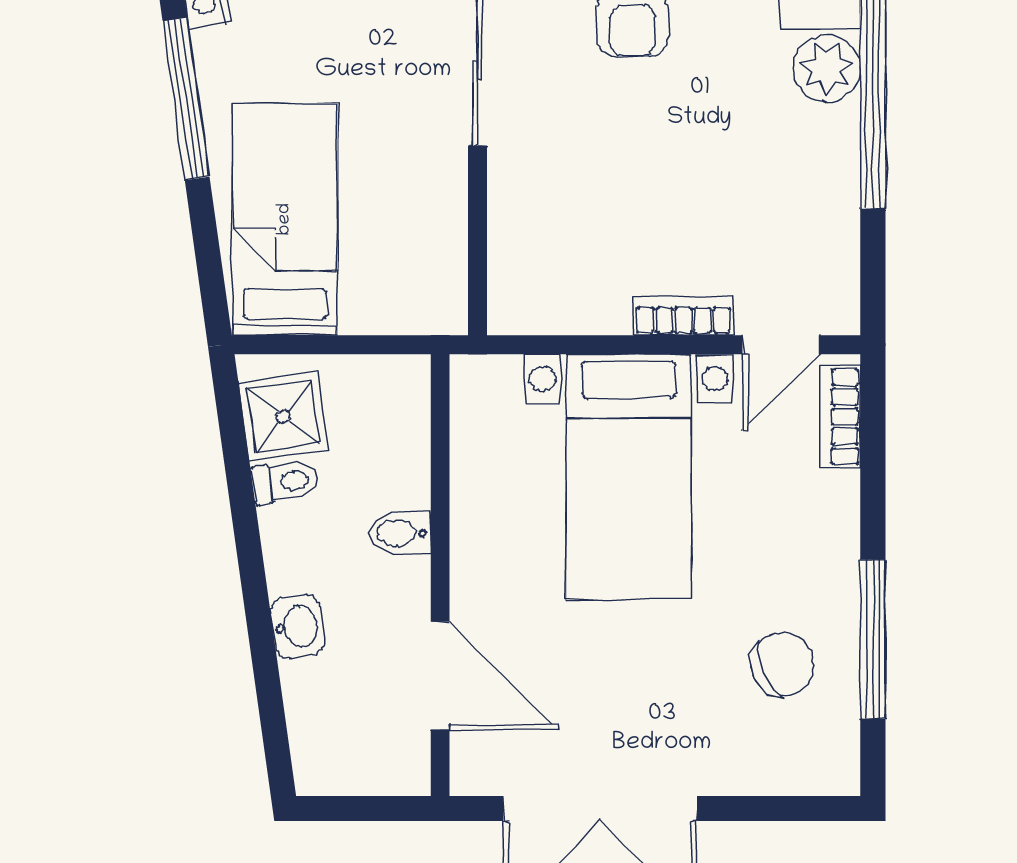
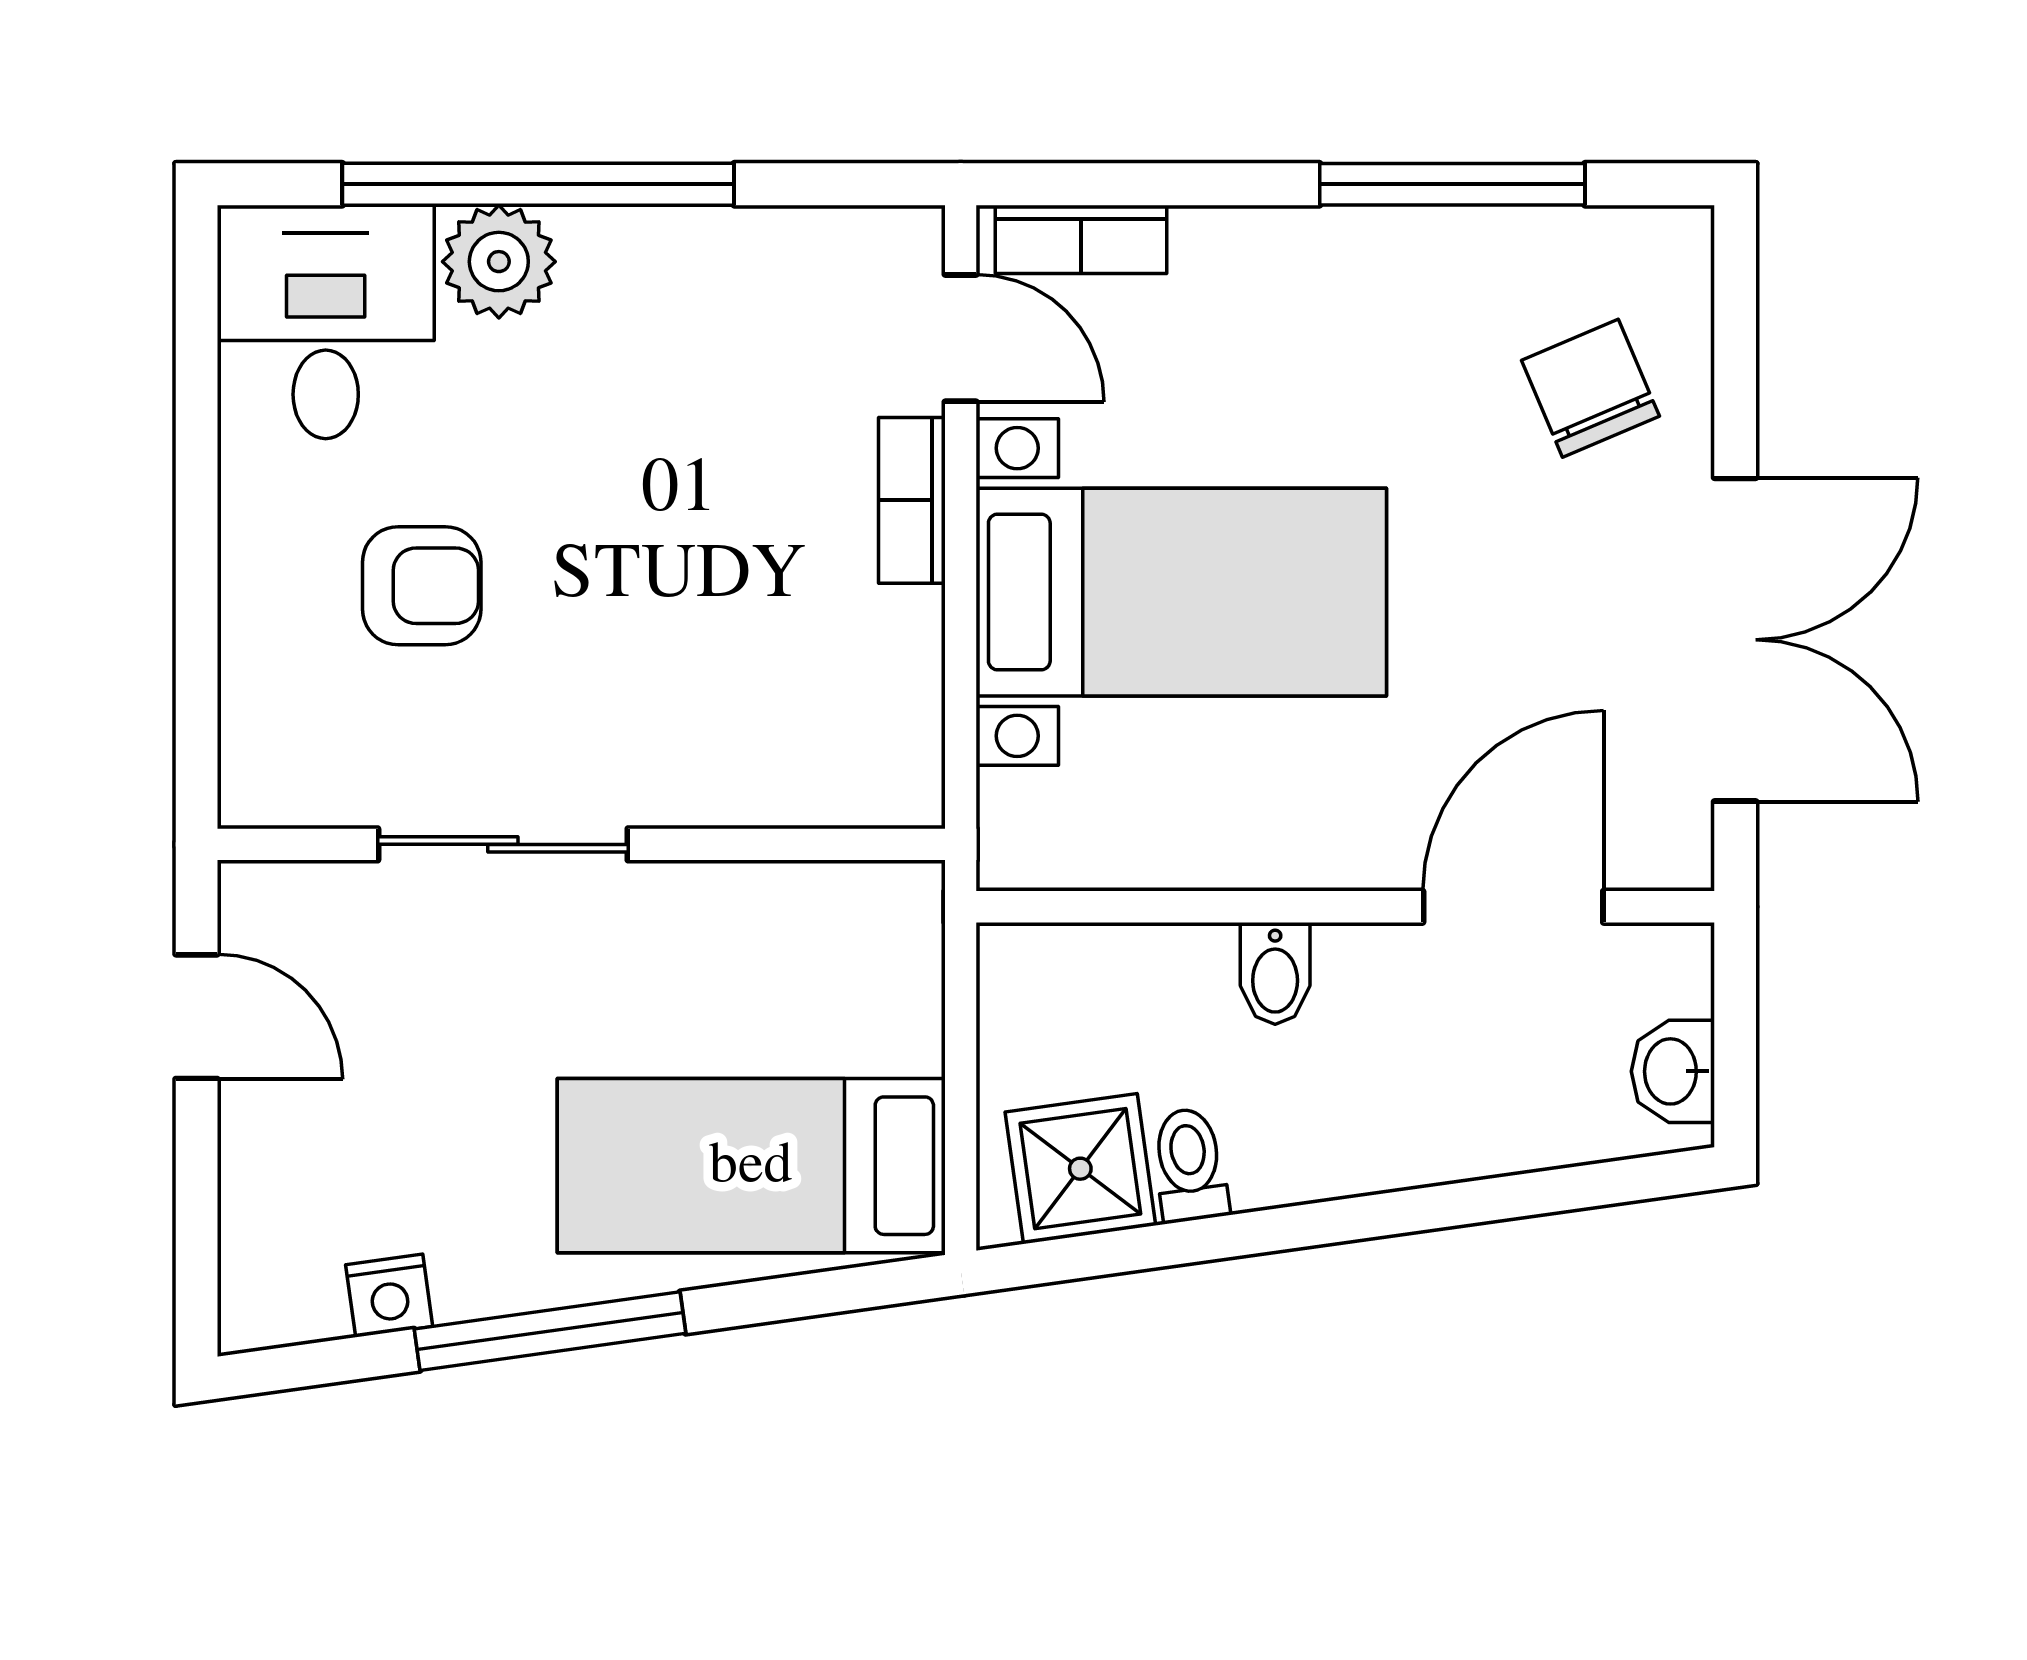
washbasin: (297, 627) -> (1673, 1071), moved, turned -82
chair: (782, 664) -> (1590, 388), moved

